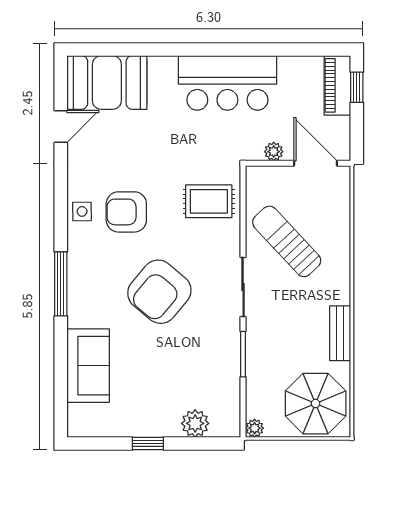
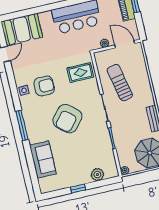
armchair: (126, 212) -> (44, 86), turned 180
sun lounger: (287, 241) -> (120, 83), turned 31

